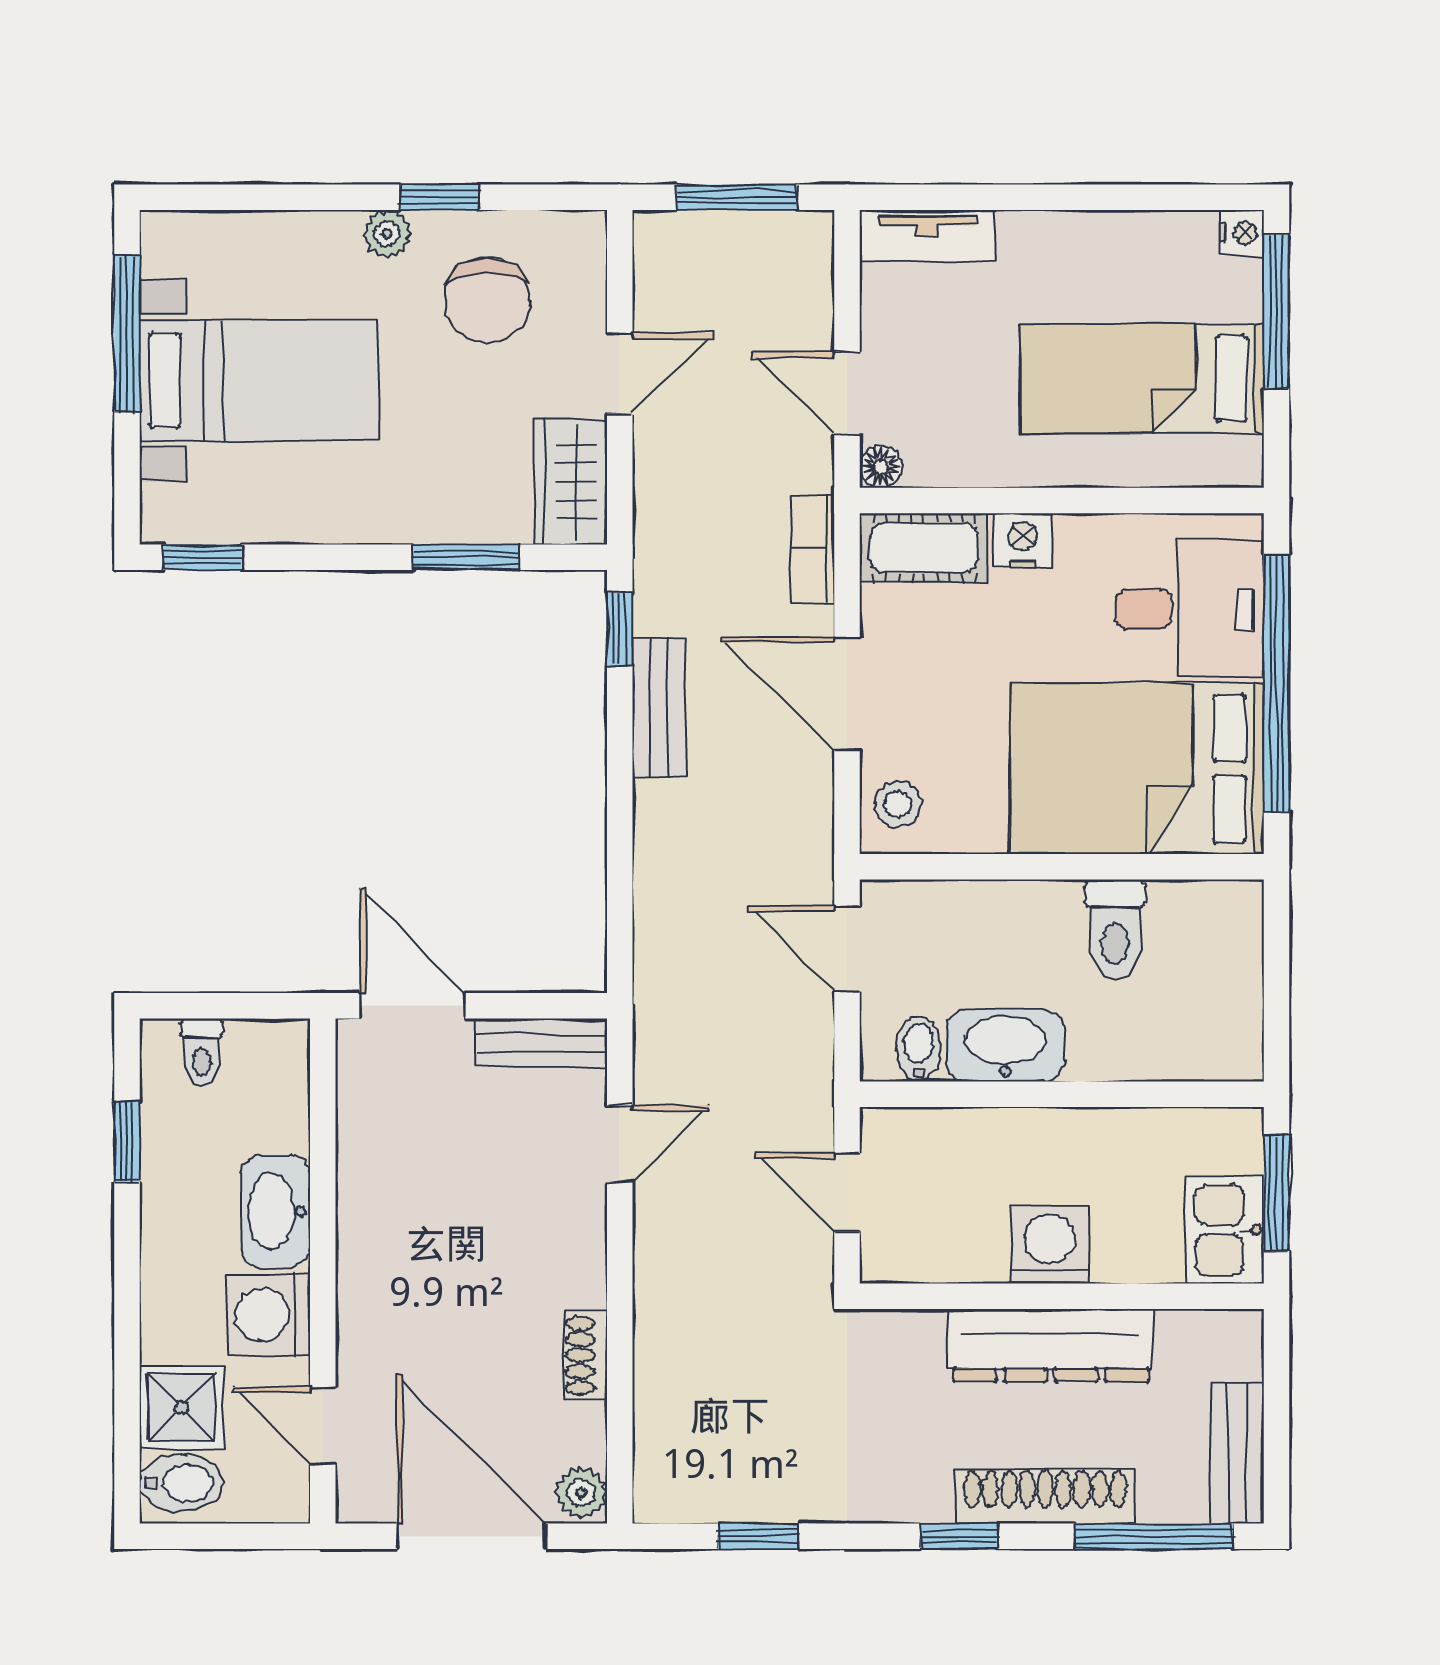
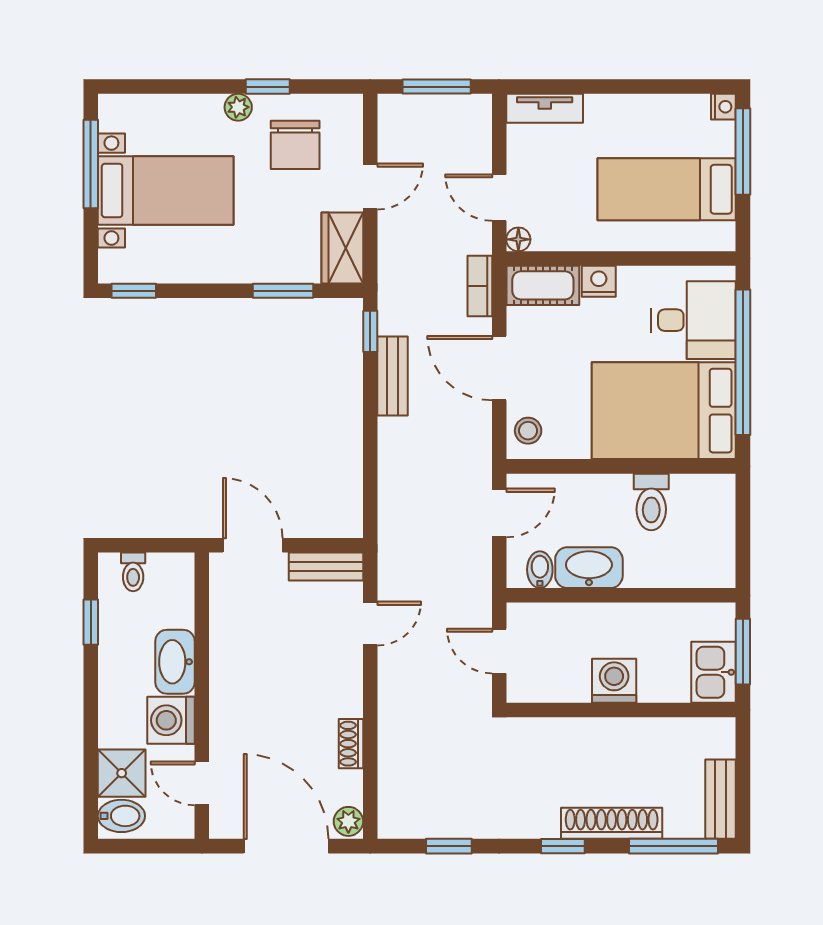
door: (847, 949) -> (499, 513), swing flipped
dresser: (1051, 1345) -> (615, 738), removed

